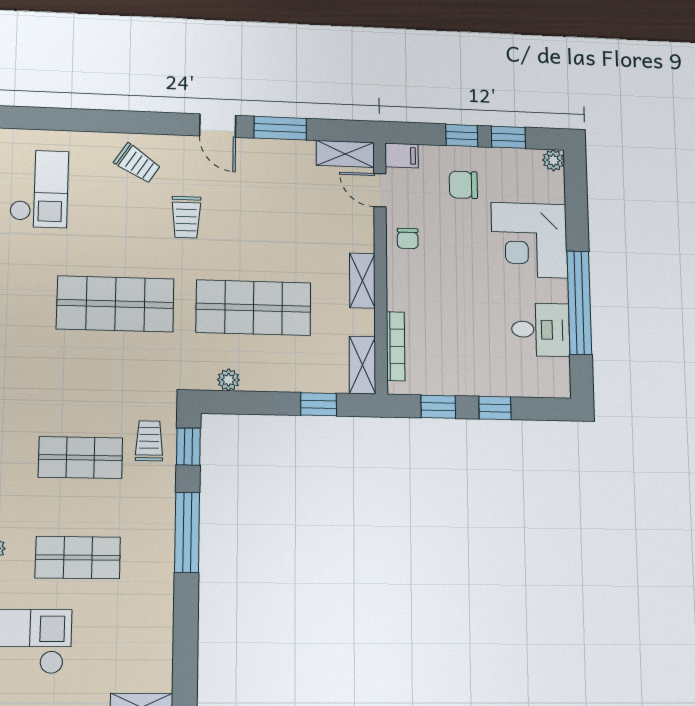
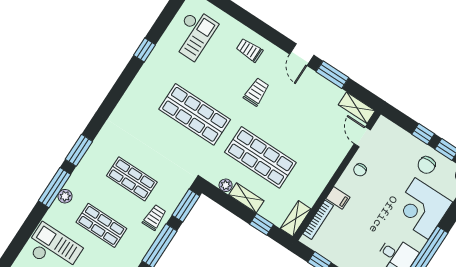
filing cabinet: (402, 155) -> (338, 198), moved
trolley: (137, 163) -> (249, 50), turned 147
chair: (463, 185) -> (427, 165), moved, turned -90
trolley: (186, 217) -> (256, 92), turned 180
shelving: (362, 281) -> (246, 198), moved, turned 90
trolley: (149, 441) -> (154, 217), moved
window: (188, 447) -> (186, 206), width x1.50

